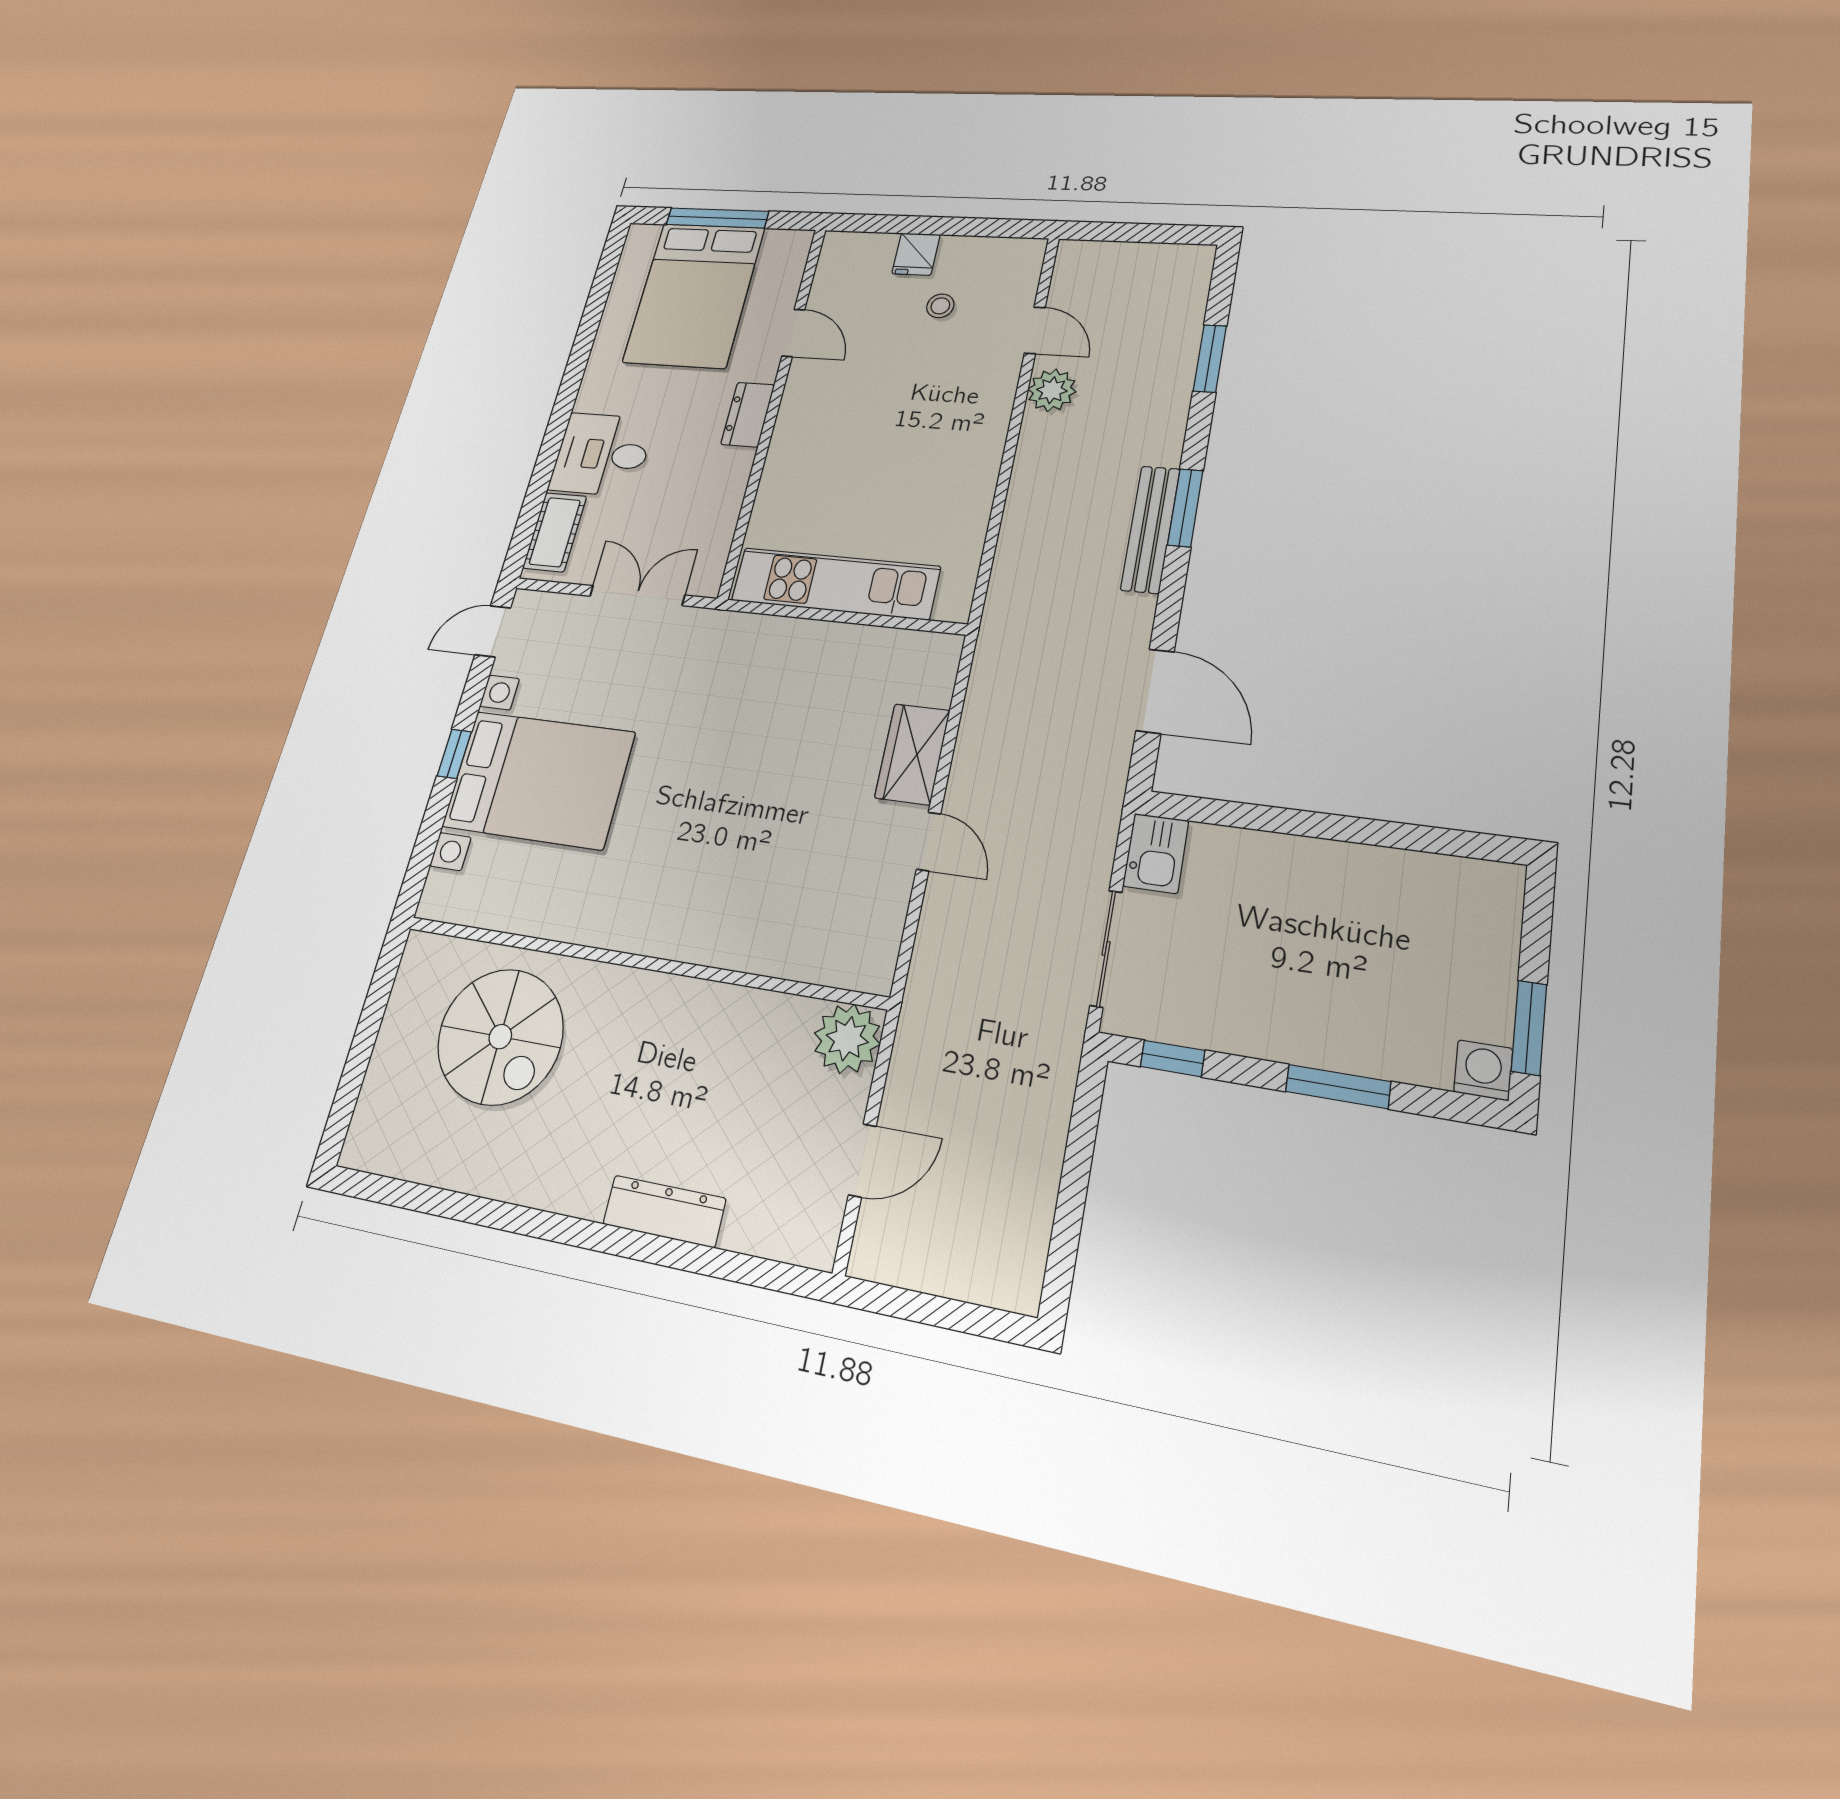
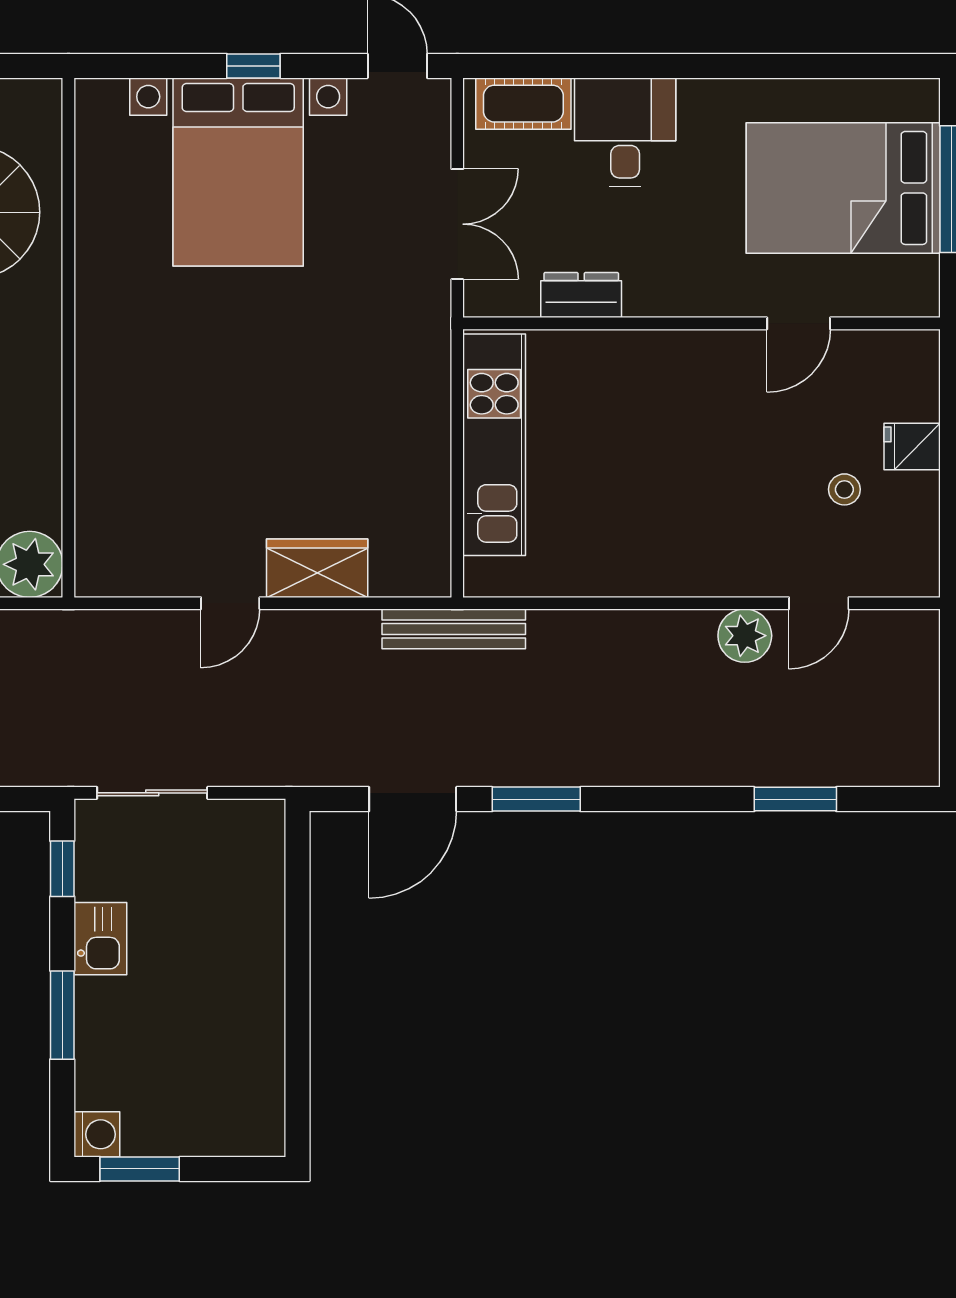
dresser: (748, 415) -> (581, 295), moved
window: (1185, 508) -> (536, 799), moved
bench: (1150, 529) -> (454, 629), moved
kitchen sink: (1156, 853) -> (100, 939), moved, turned -90

